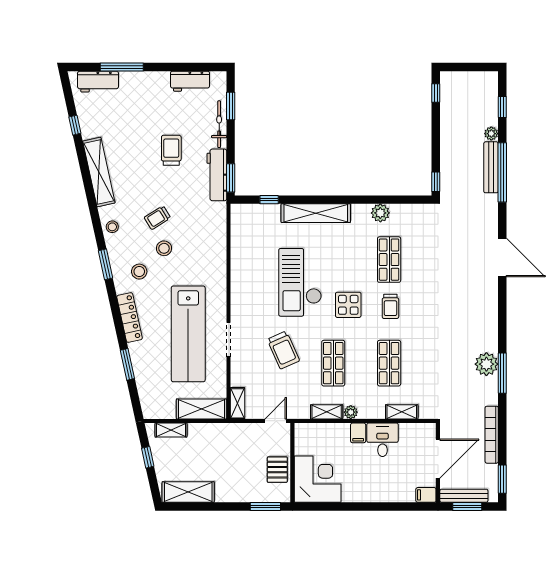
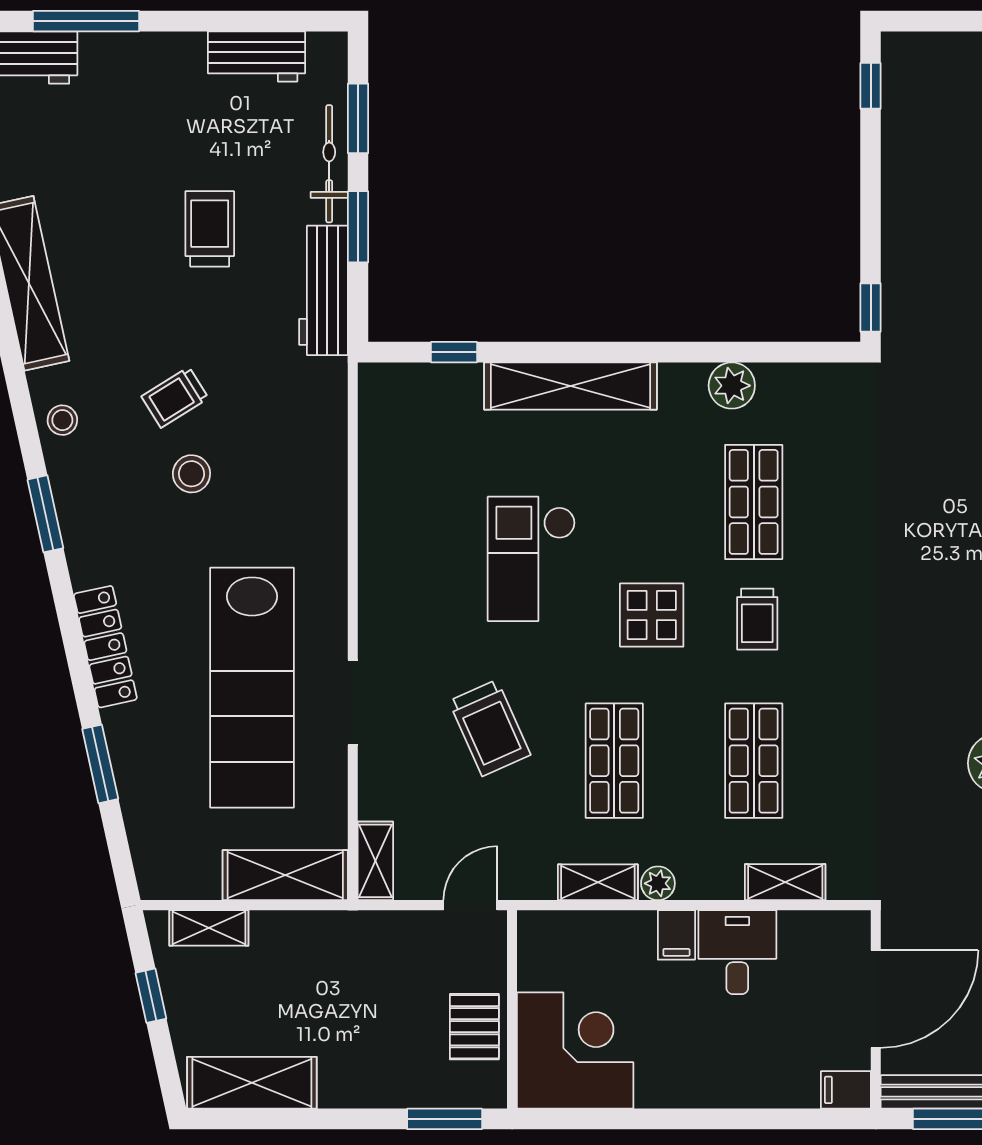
window: (231, 178) -> (358, 227), moved
stool: (139, 272) -> (130, 532), removed
checkout: (300, 282) -> (531, 559), width x0.73, depth x0.83

